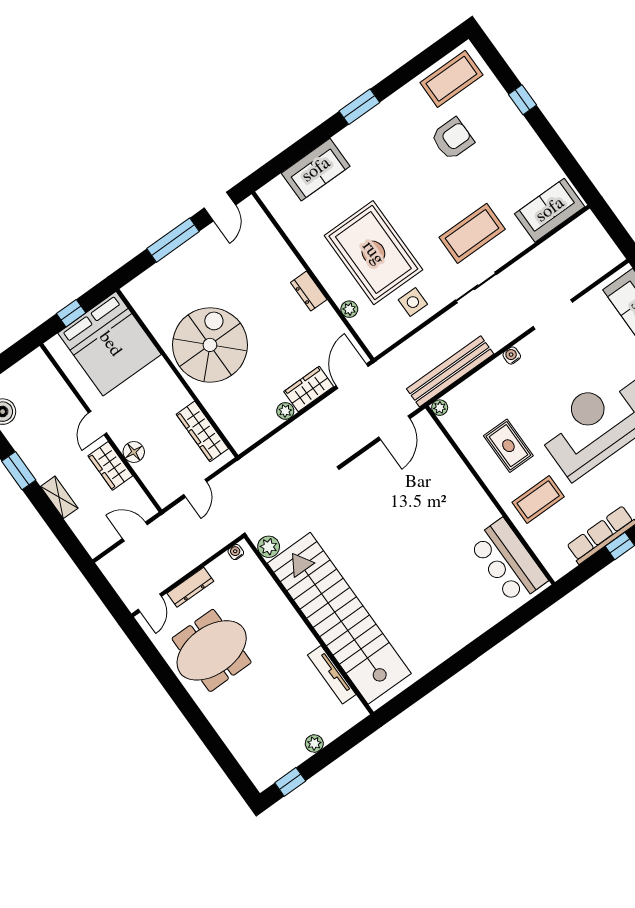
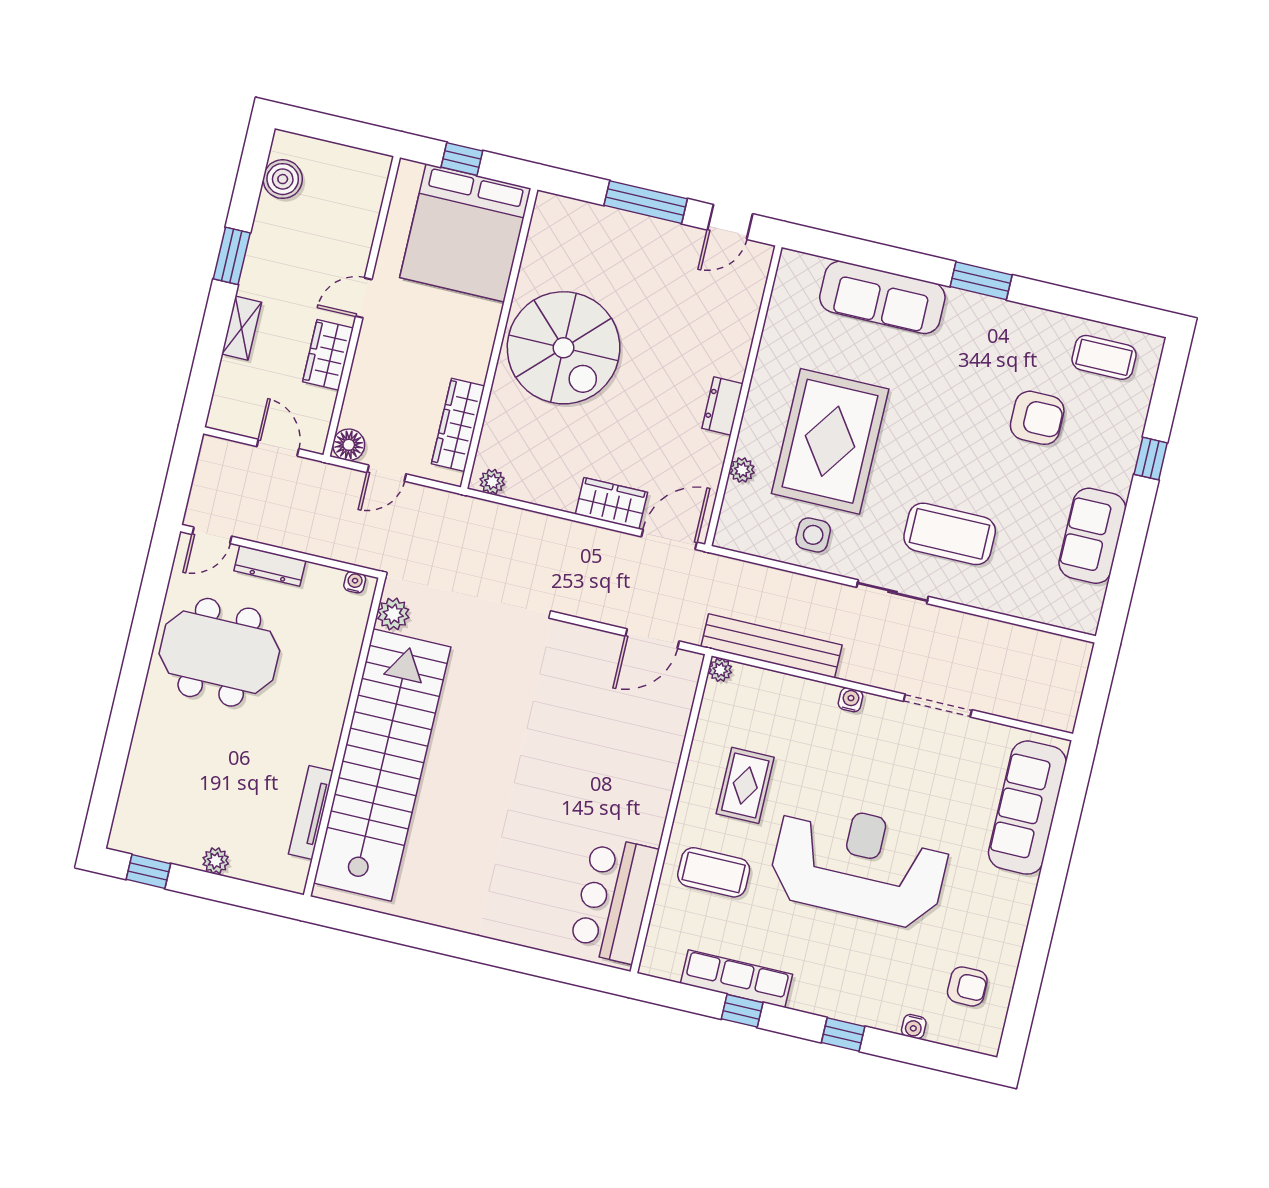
coffee table: (451, 79) -> (1104, 357), width x0.73, depth x0.76
sofa: (316, 170) -> (882, 297), width x1.36
sofa: (550, 210) -> (1092, 536), moved, turned -90
spiral stairs: (210, 345) -> (564, 348), turned 90
plant: (285, 411) -> (492, 482), moved
floor lamp: (134, 452) -> (349, 445), moved

